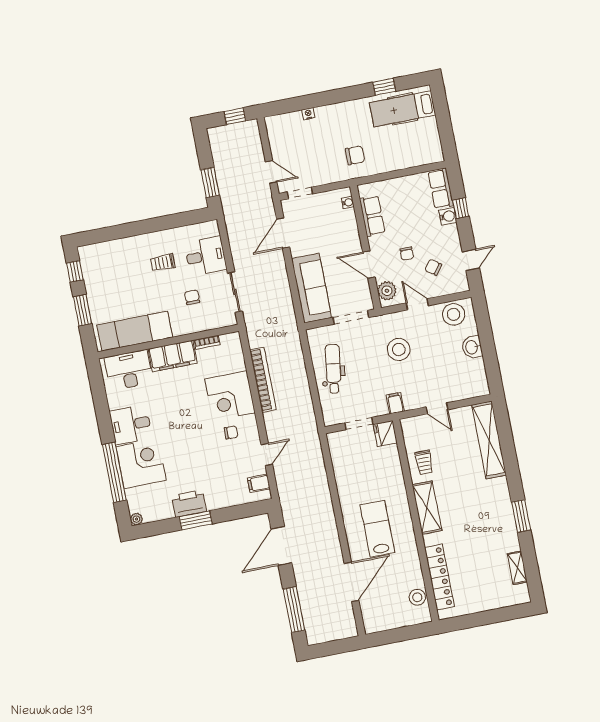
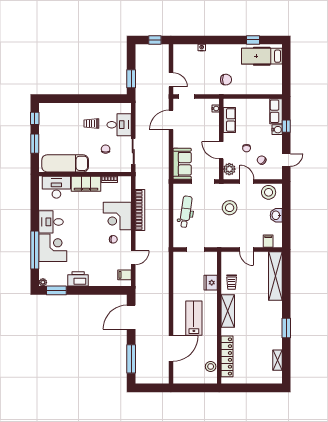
sofa: (311, 288) -> (182, 164), width x0.73
filing cabinet: (395, 403) -> (268, 241), moved
fridge: (385, 434) -> (211, 283), moved
window: (196, 520) -> (56, 290), moved

